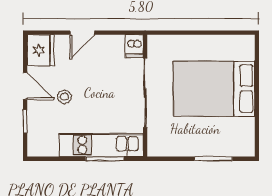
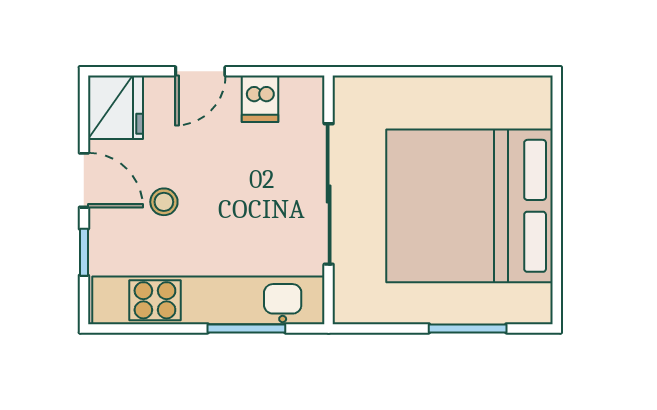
dishwasher: (134, 46) -> (260, 99), moved
bed: (214, 89) -> (469, 206), width x1.36
kitchen unit: (101, 145) -> (208, 300), width x1.36

